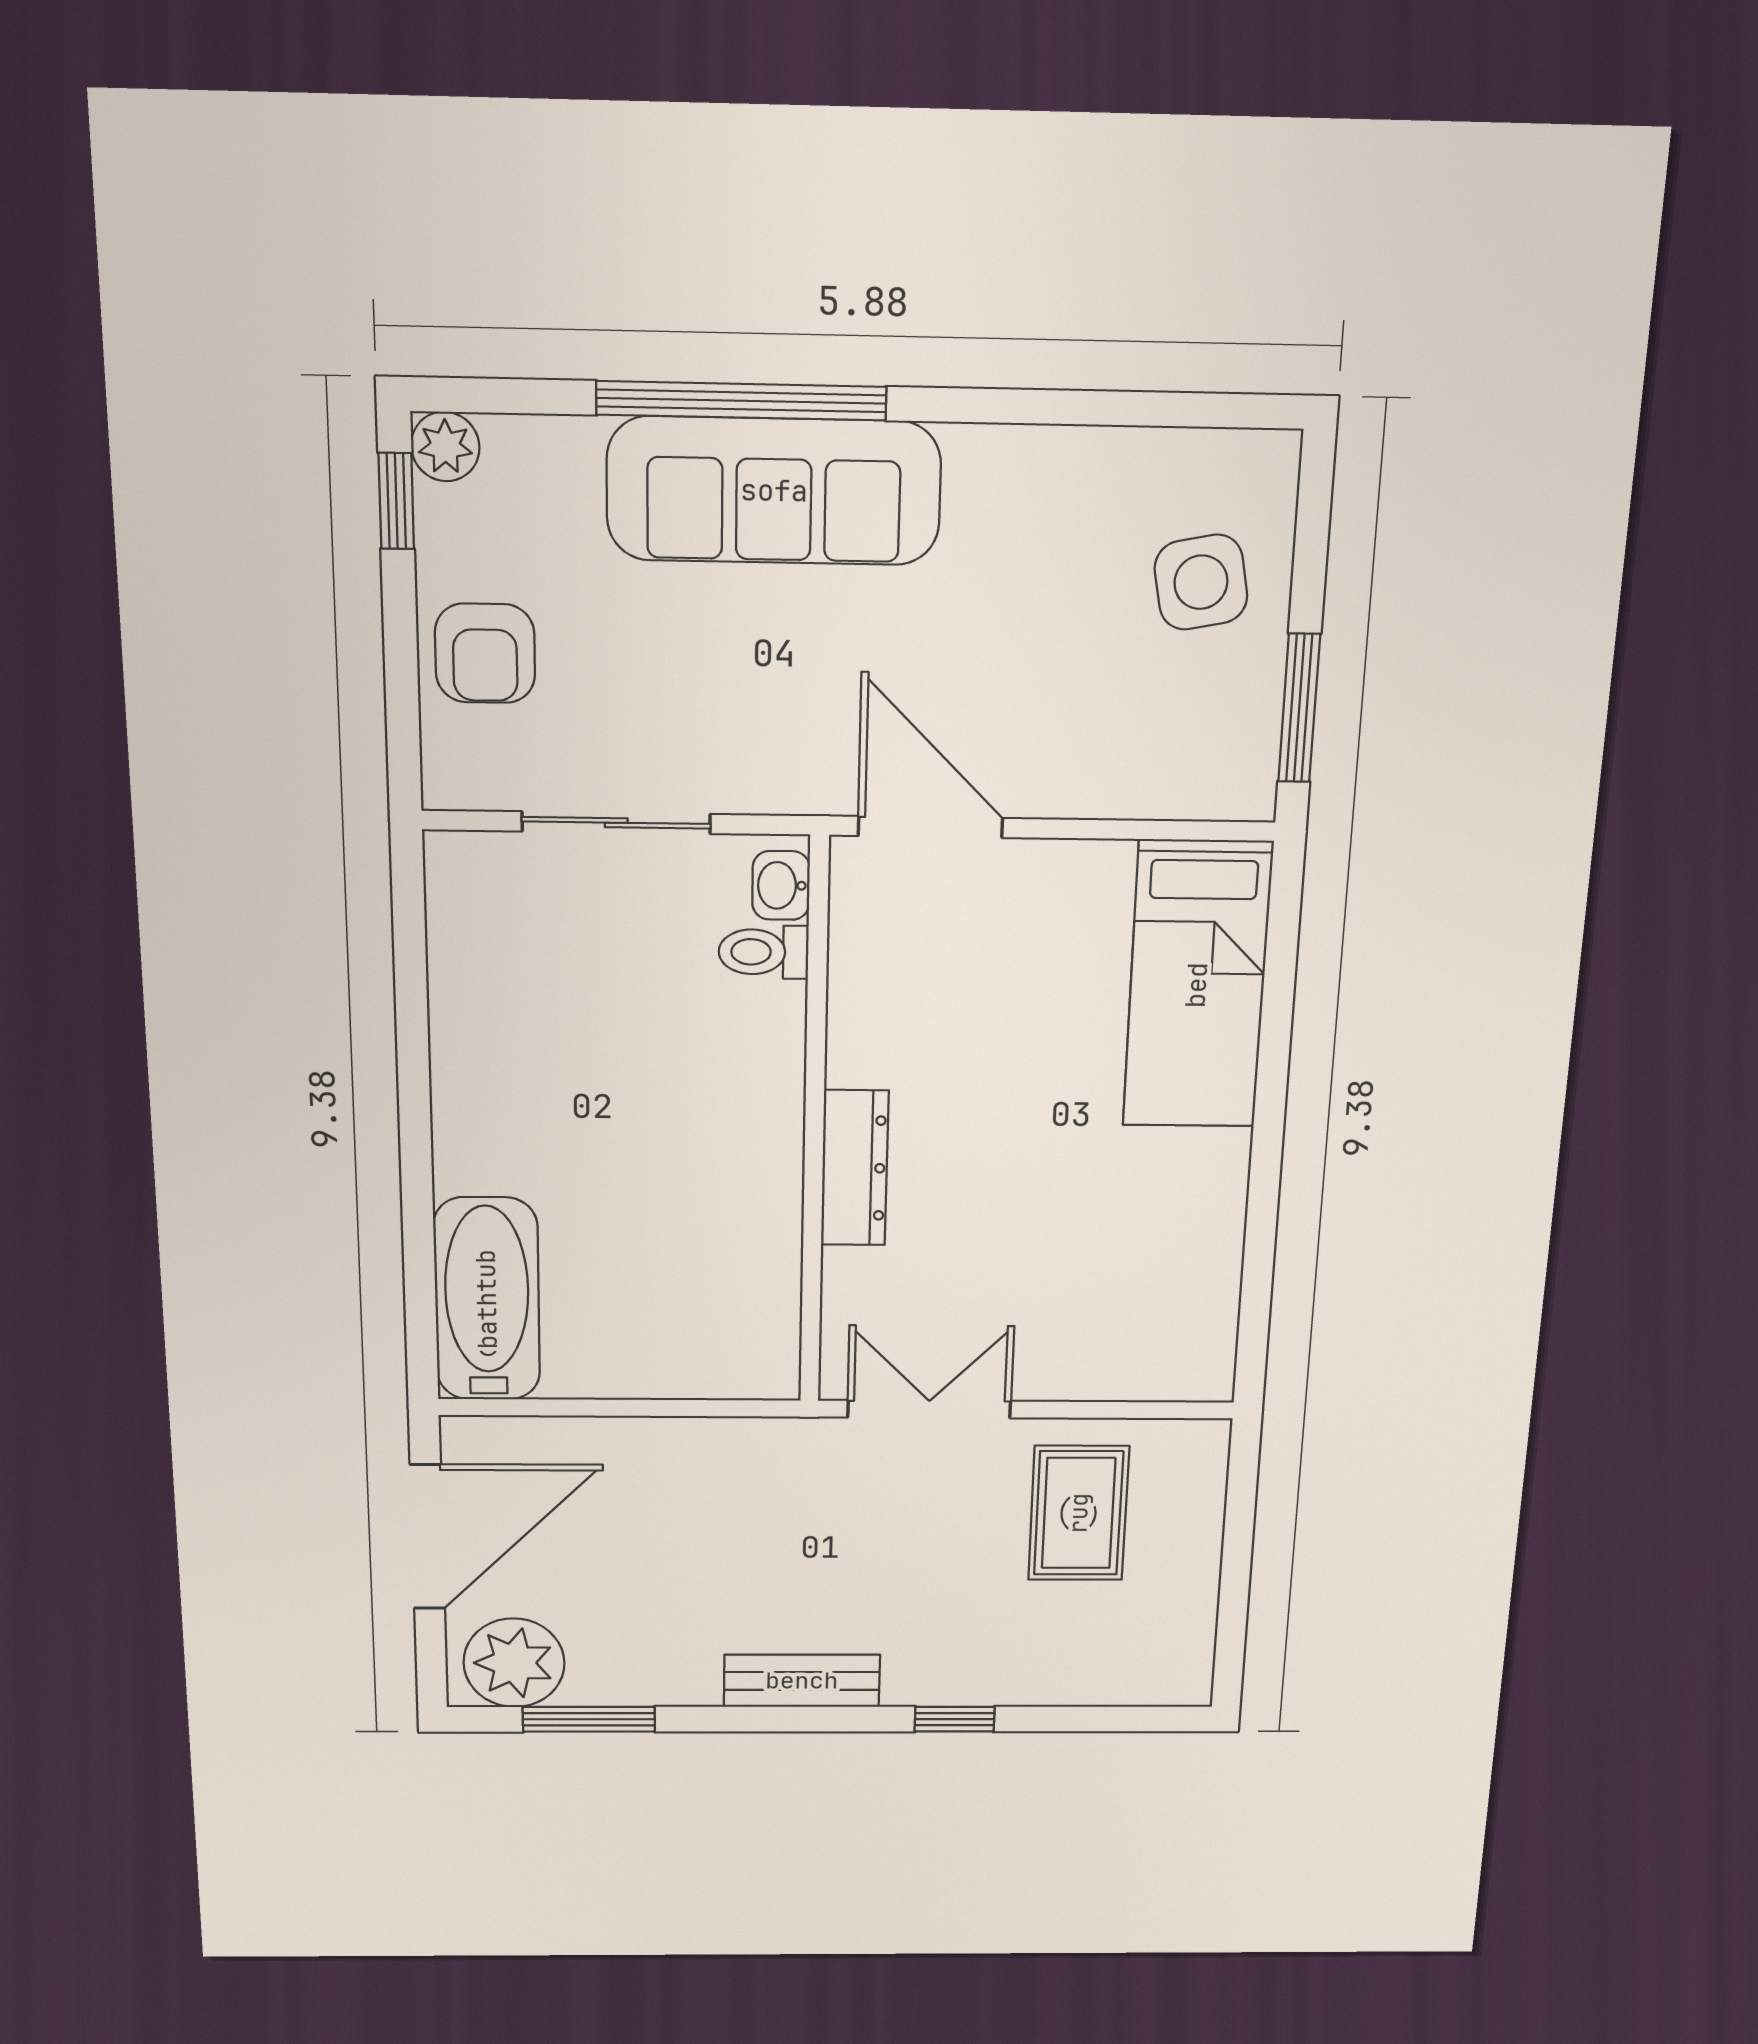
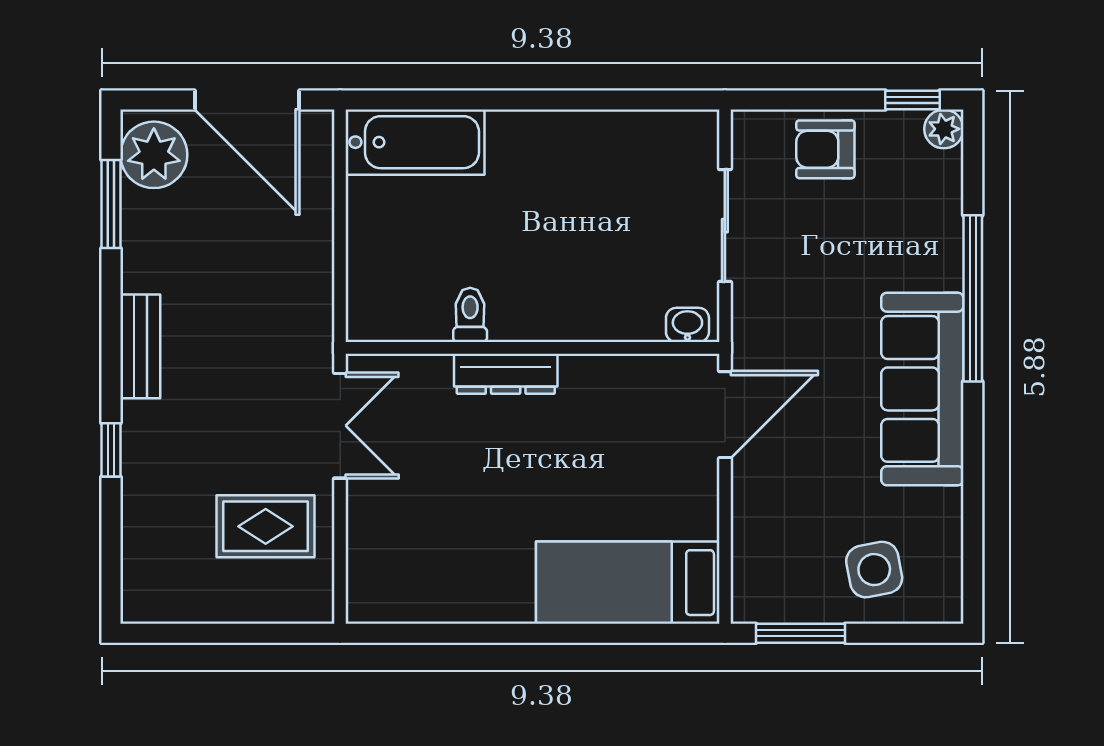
sofa: (774, 491) -> (922, 389), moved
toilet: (764, 952) -> (470, 315), moved

